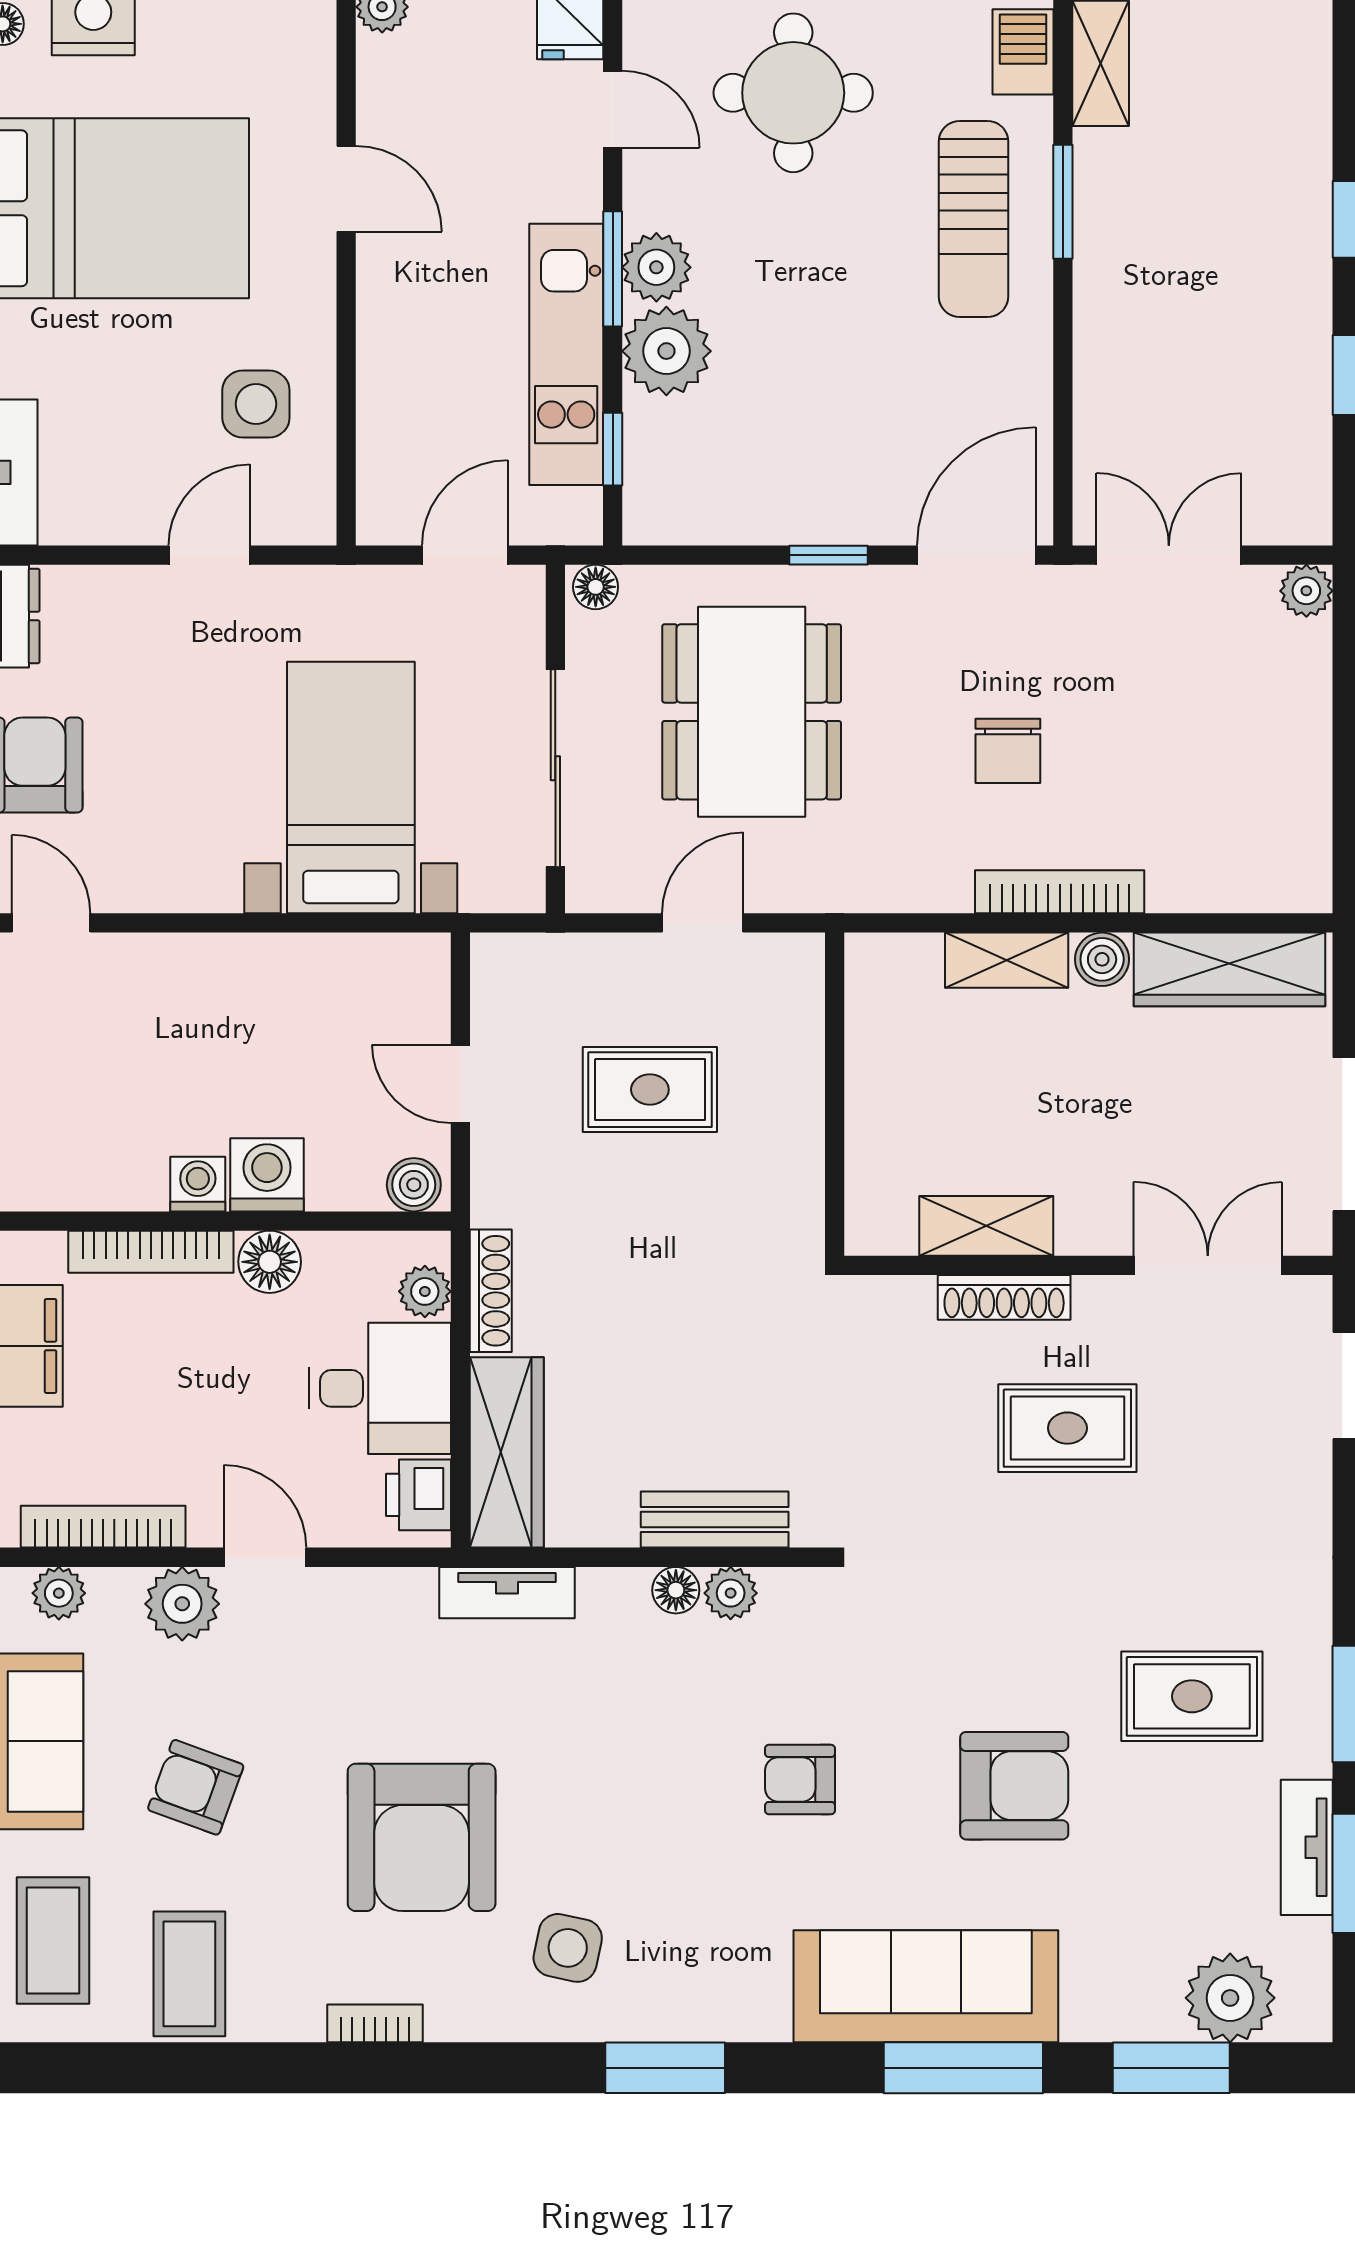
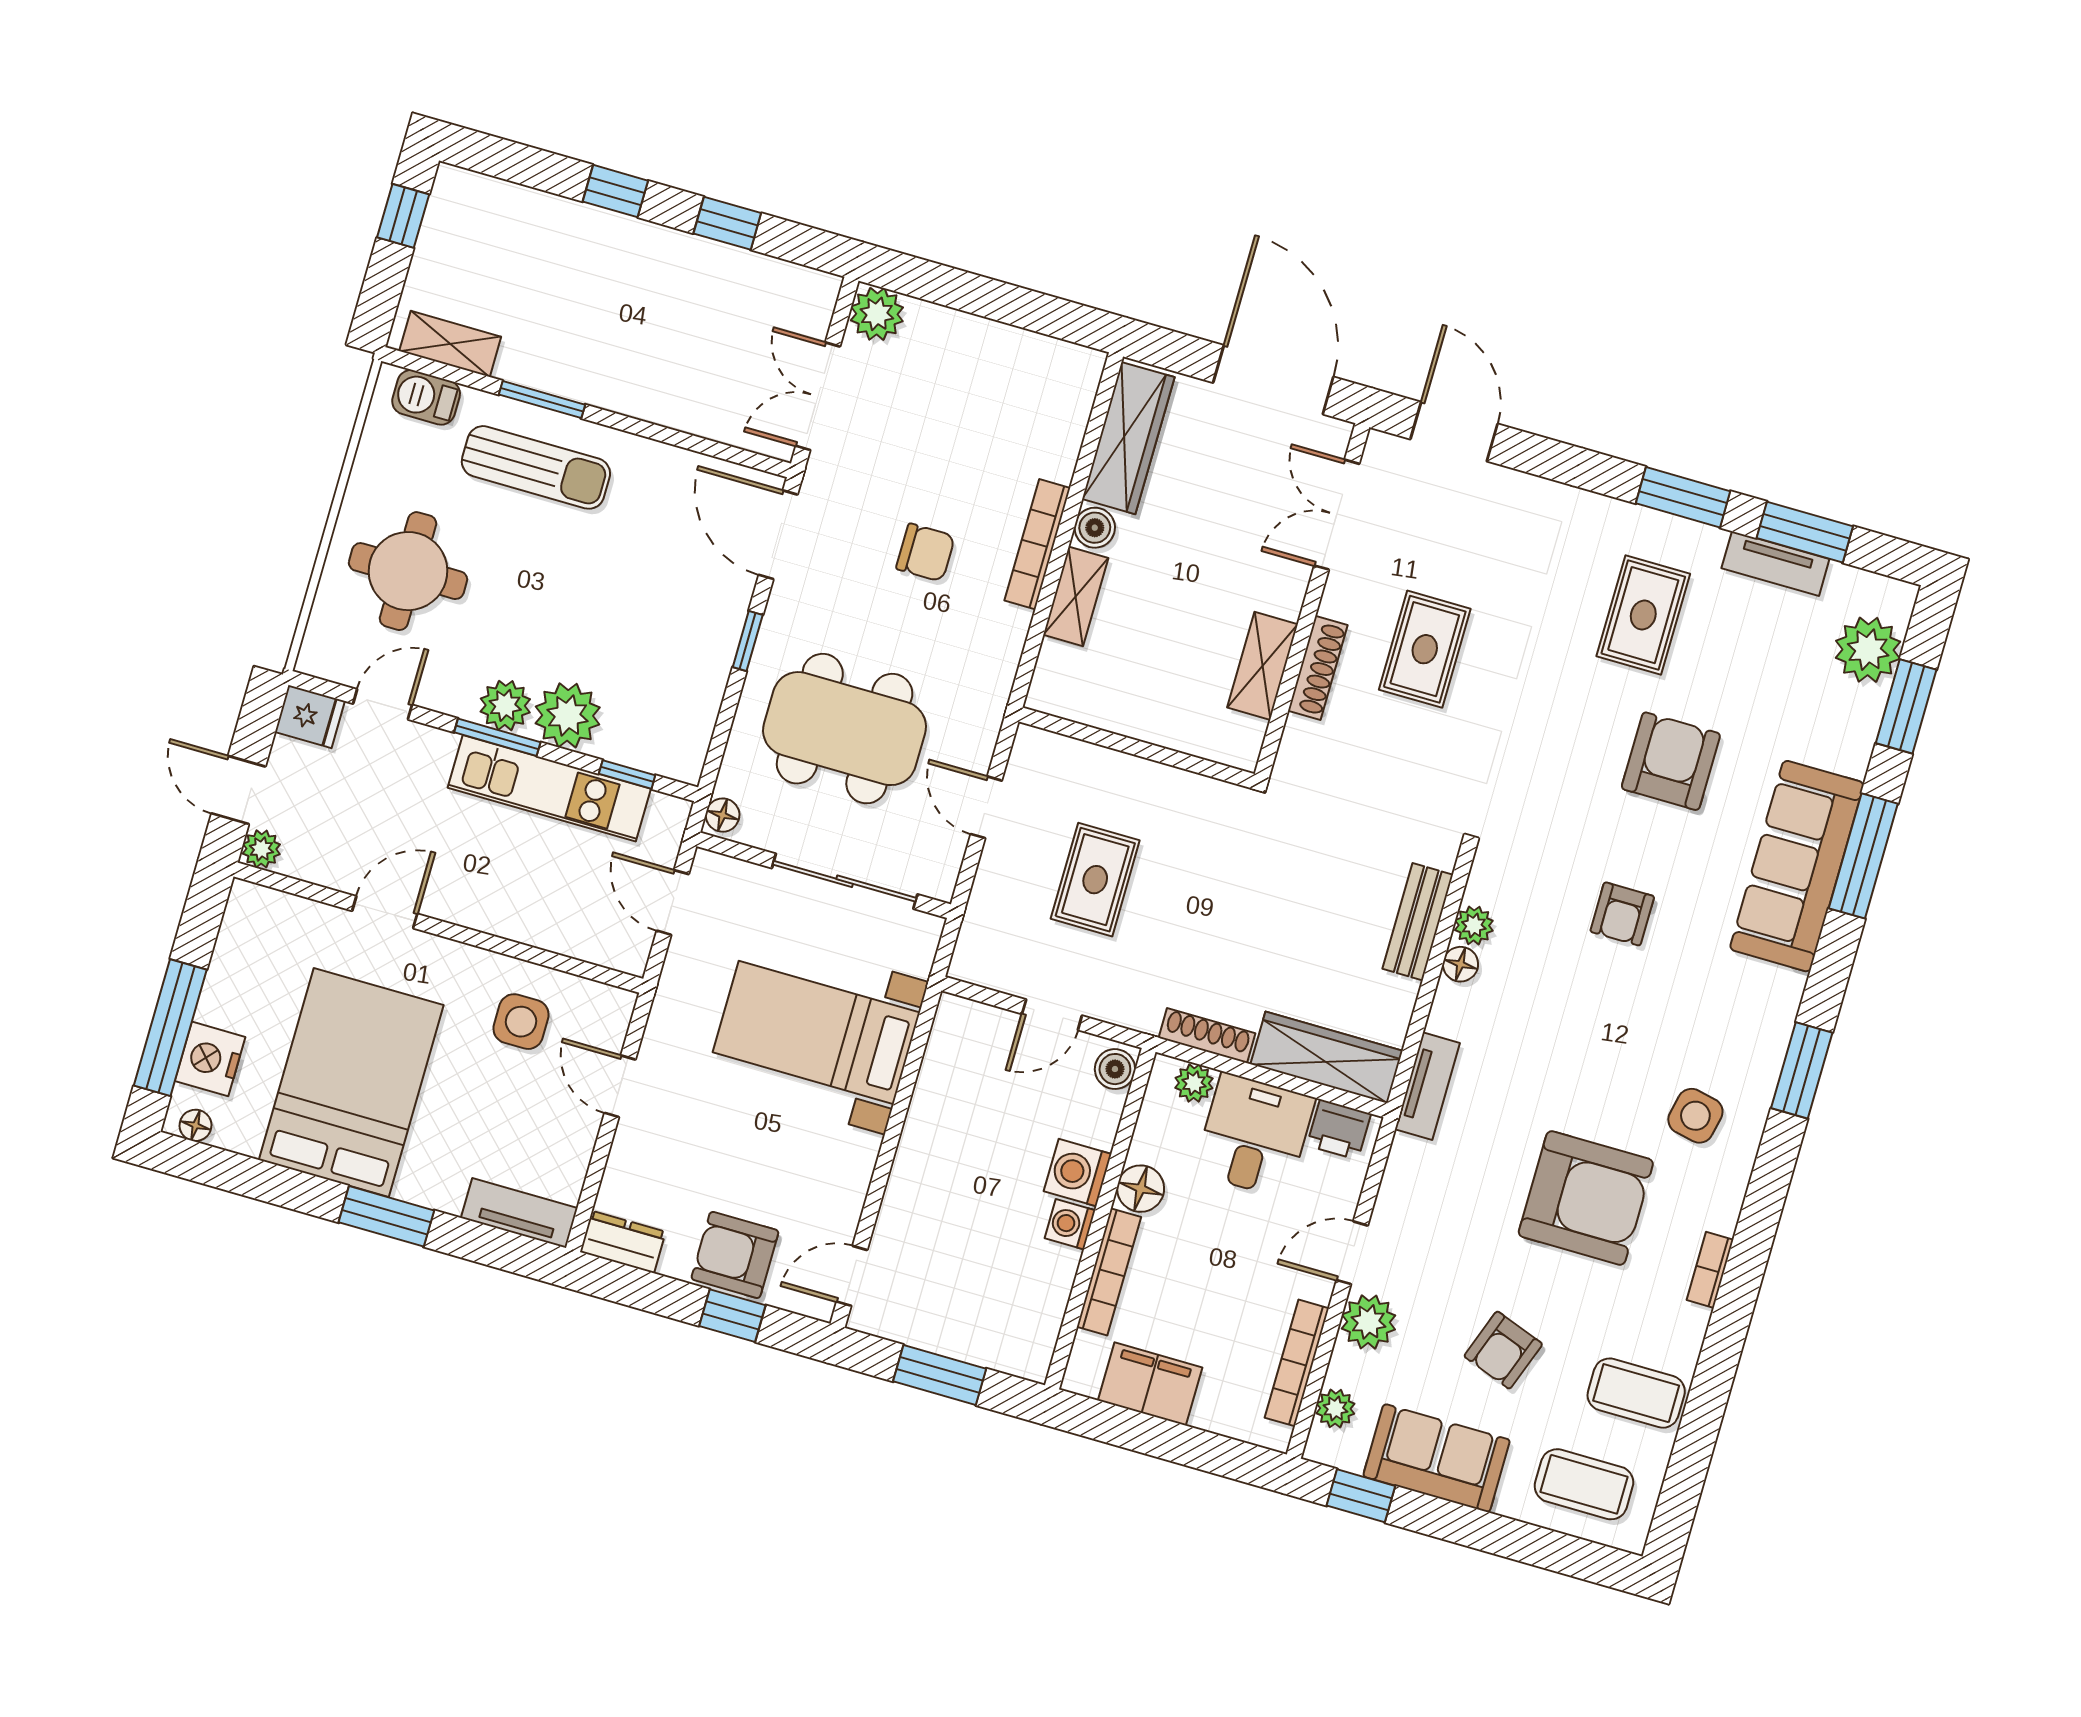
plant: (1306, 591) -> (877, 314), width x1.38, depth x1.38

